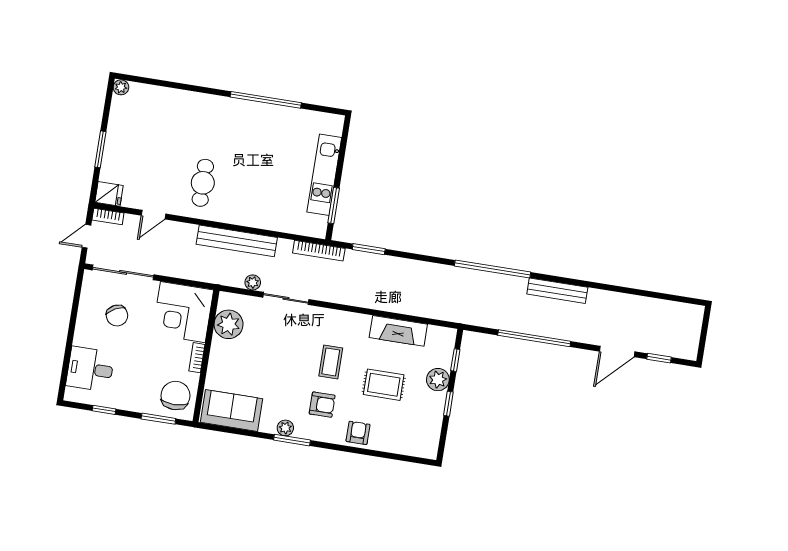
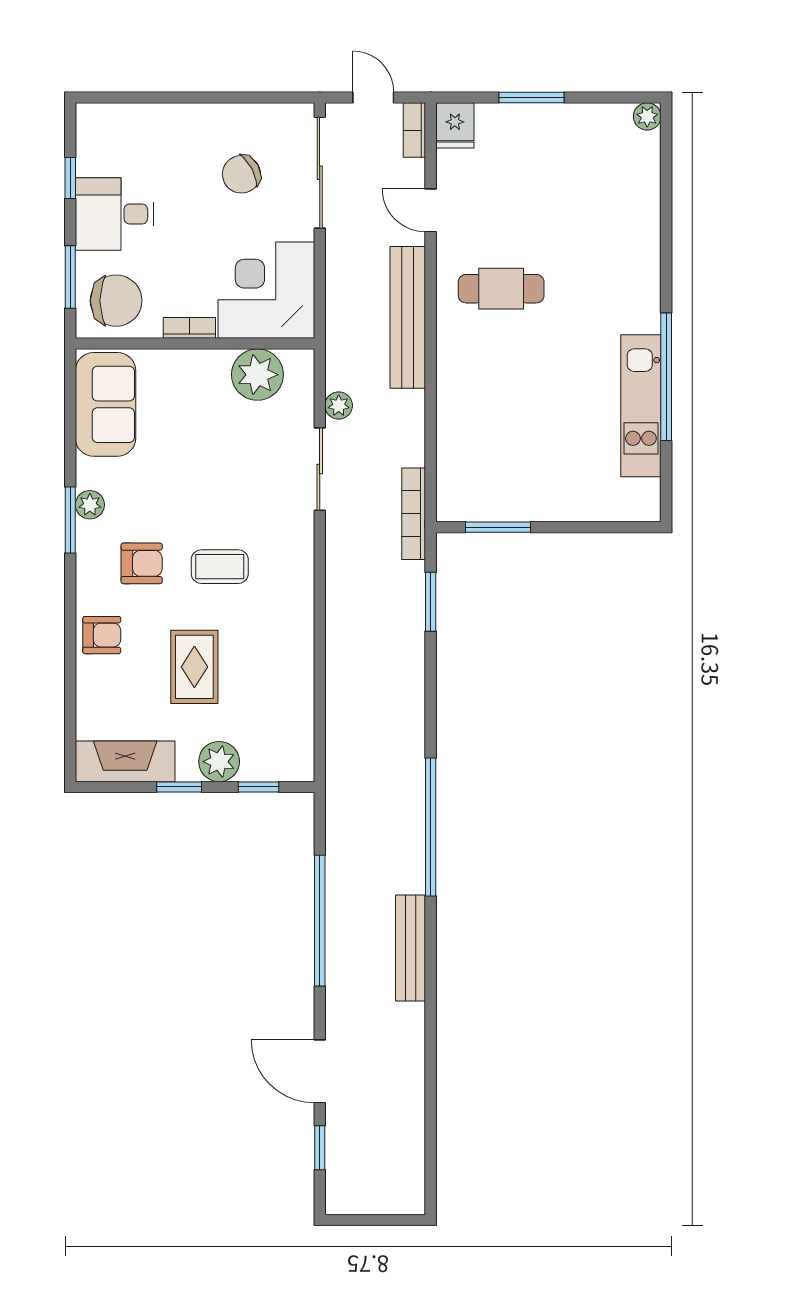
kitchen unit: (324, 175) -> (641, 406), moved, turned -90
bench: (237, 241) -> (408, 317), moved
fireplace: (398, 331) -> (125, 761), moved, turned 90
desk: (90, 369) -> (115, 214), moved, turned -90
armchair: (322, 405) -> (142, 563), turned -90

